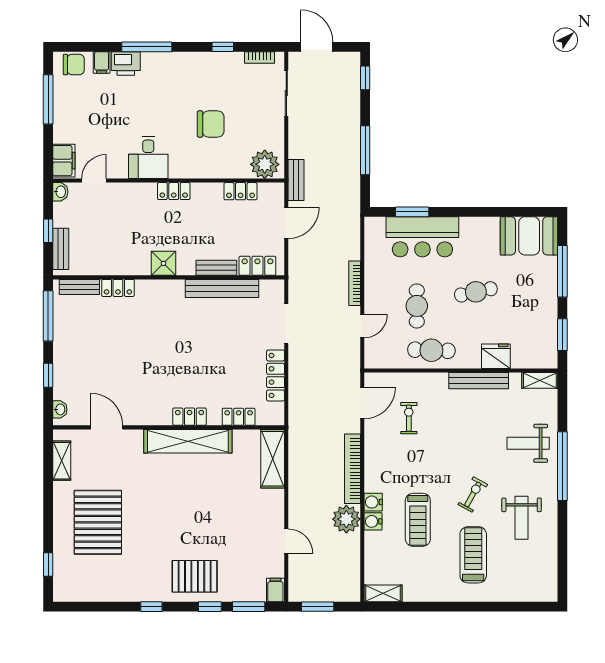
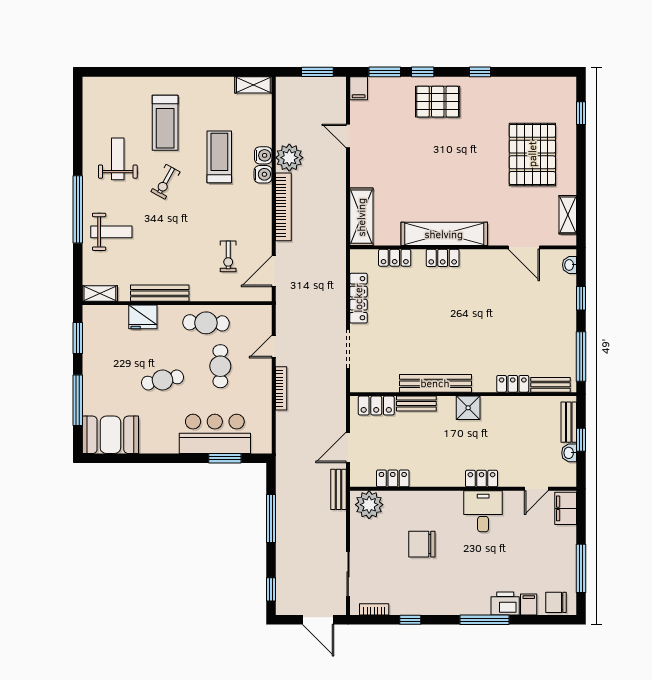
locker: (174, 191) -> (482, 479), moved
washbasin: (60, 192) -> (569, 453), moved
bench: (222, 288) -> (435, 383), moved

